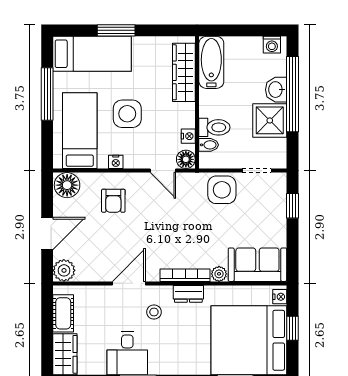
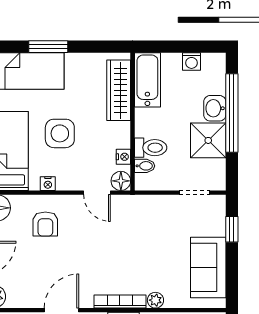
washing machine: (272, 45) -> (191, 61), moved
side table: (222, 190) -> (158, 213), removed
sofa: (257, 265) -> (208, 267), moved, turned -90

